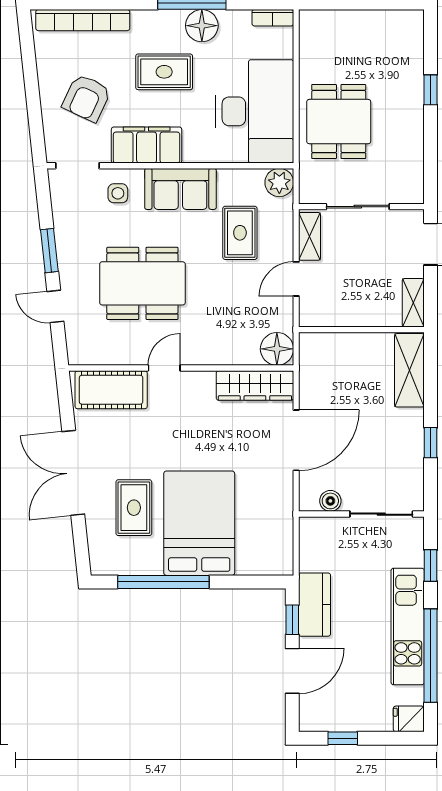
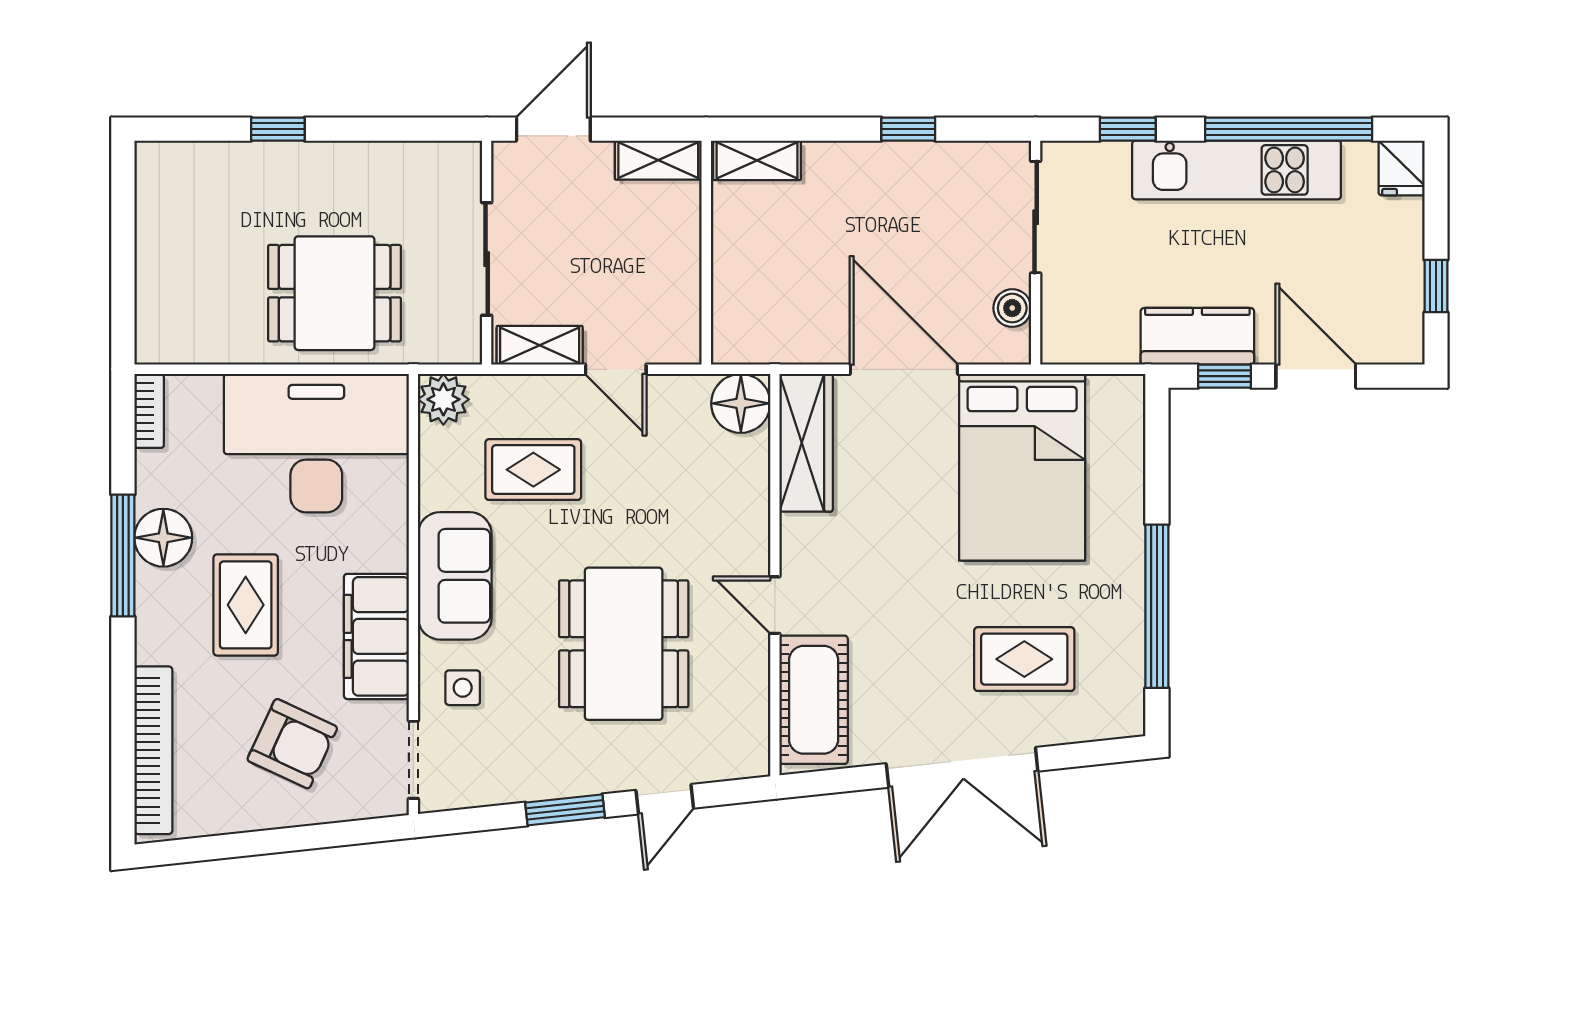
shelving: (409, 370) -> (757, 160), width x0.67, depth x0.75
bed: (199, 523) -> (1022, 467), moved, turned -90

